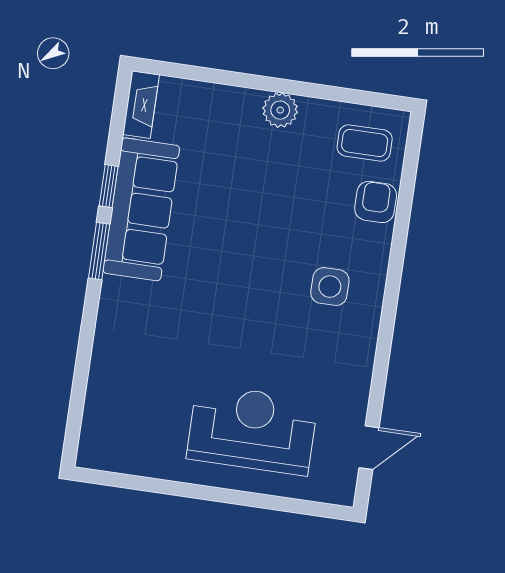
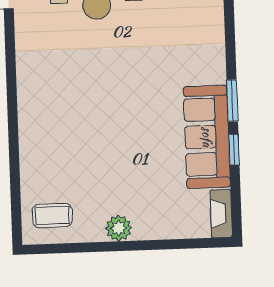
armchair: (376, 202) -> (36, 174), removed
side table: (330, 287) -> (58, 106), removed

